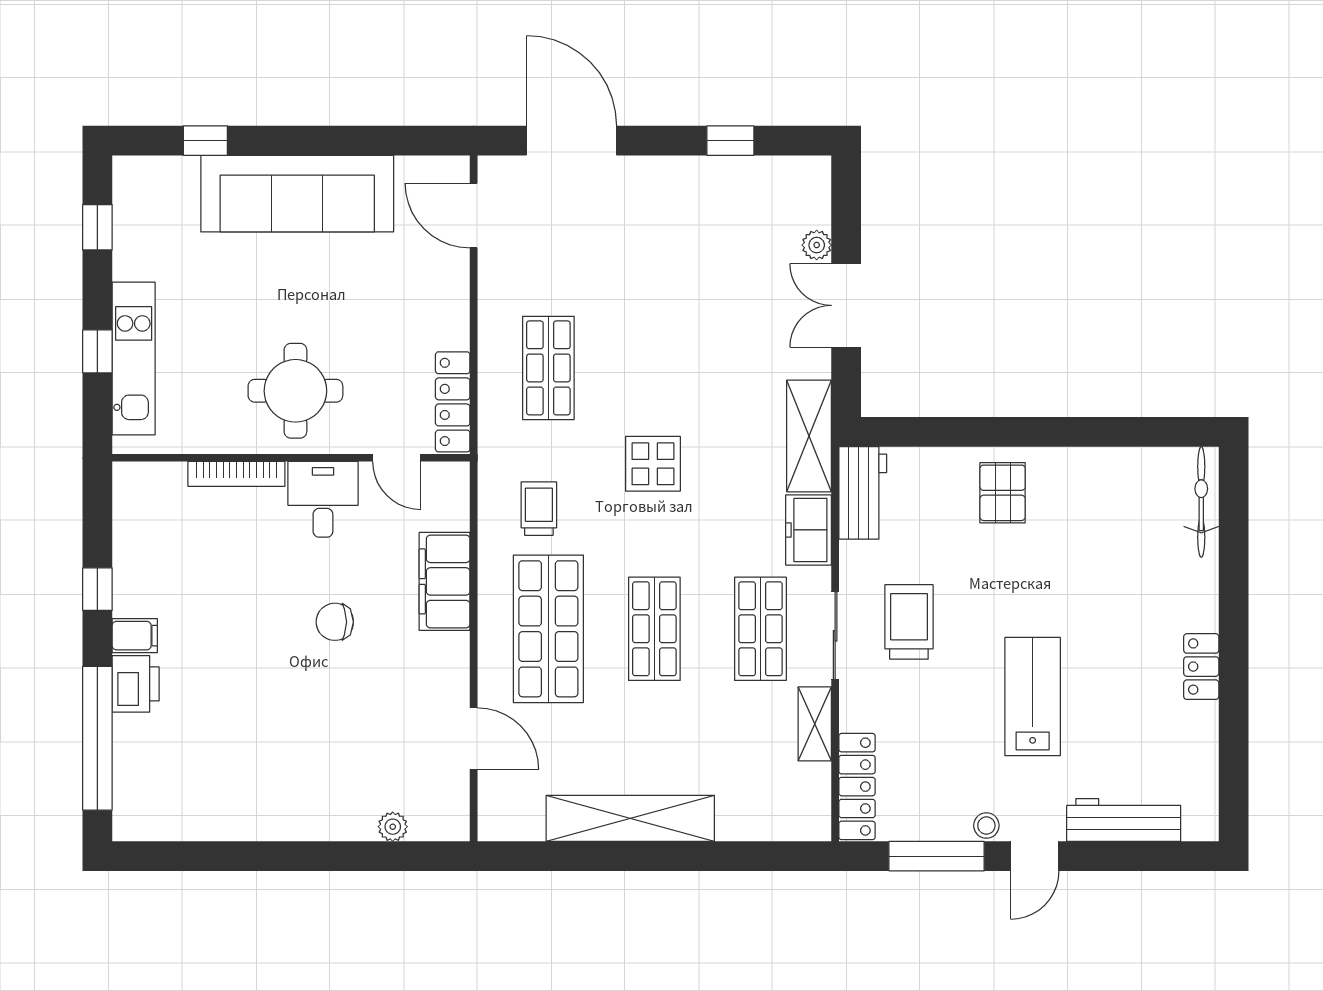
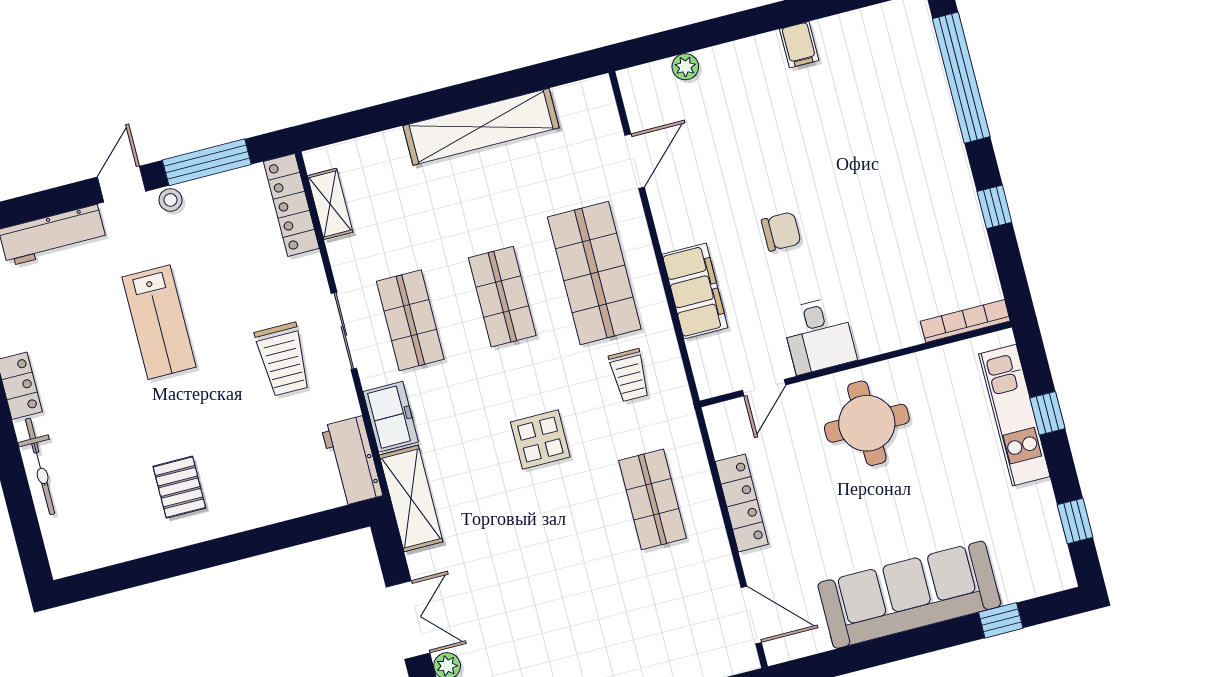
locker: (453, 402) -> (742, 503), moved
door: (397, 458) -> (764, 388), swing flipped
bookcase: (236, 474) -> (965, 321), moved
pallet: (1003, 493) -> (179, 487), moved
bicycle: (1201, 502) -> (40, 466), moved
filing cabinet: (135, 636) -> (799, 45), moved, turned -90
printer: (136, 684) -> (940, 133), removed
shelving: (815, 724) -> (330, 204), moved
door: (474, 739) -> (635, 161), swing flipped

